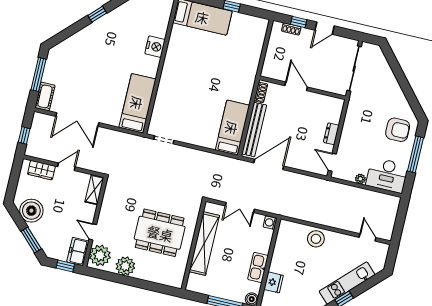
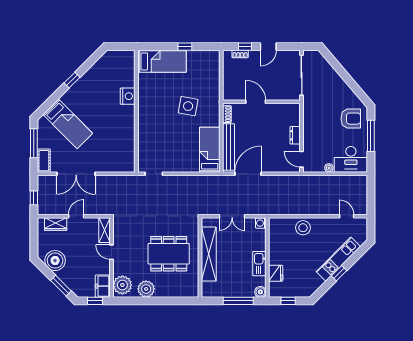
side table: (220, 73) -> (188, 106), added
bed: (137, 103) -> (68, 124), moved, turned 135
door: (93, 232) -> (112, 252), moved

